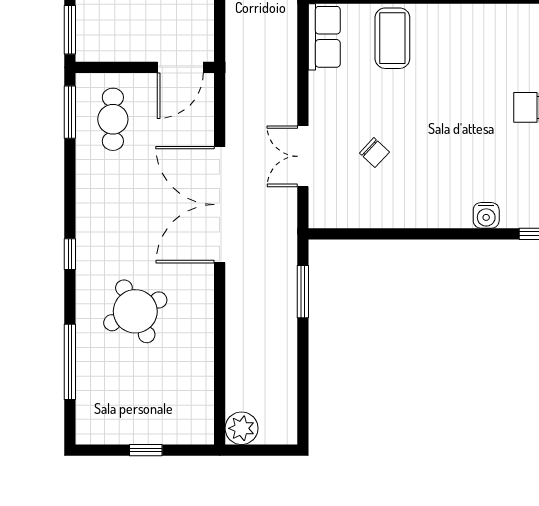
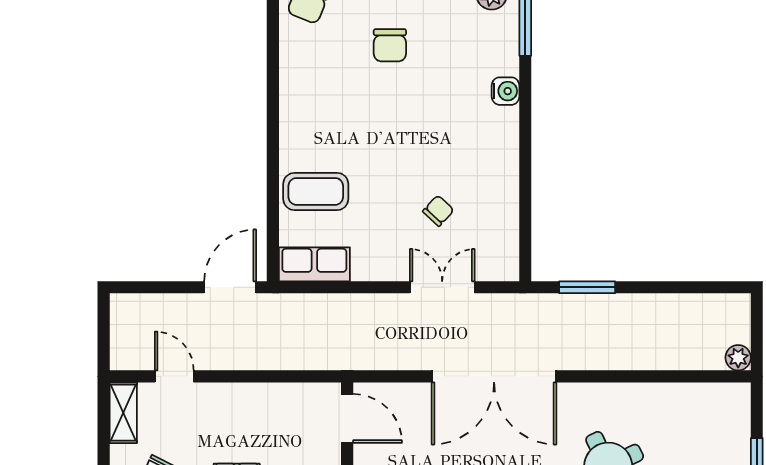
double door: (303, 156) -> (442, 287), swing flipped
plant: (242, 428) -> (738, 358), width x0.73, depth x0.73

